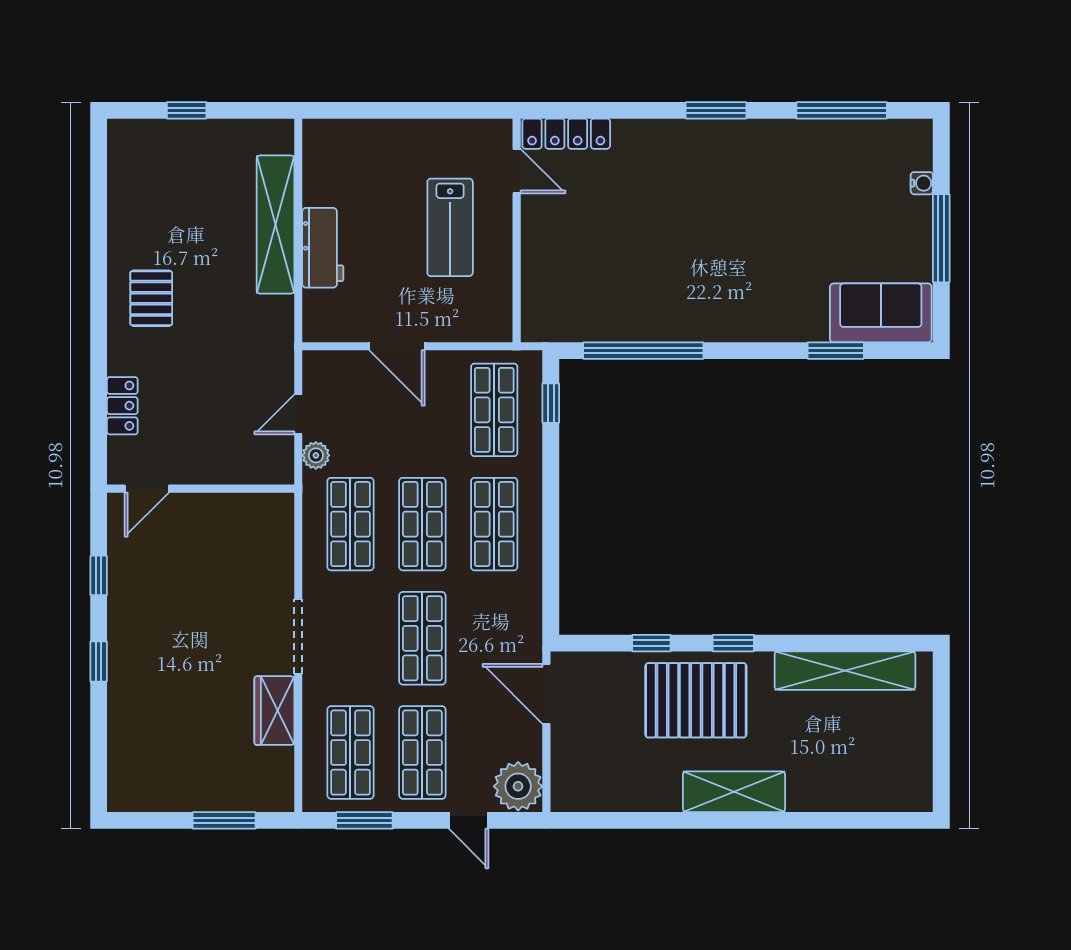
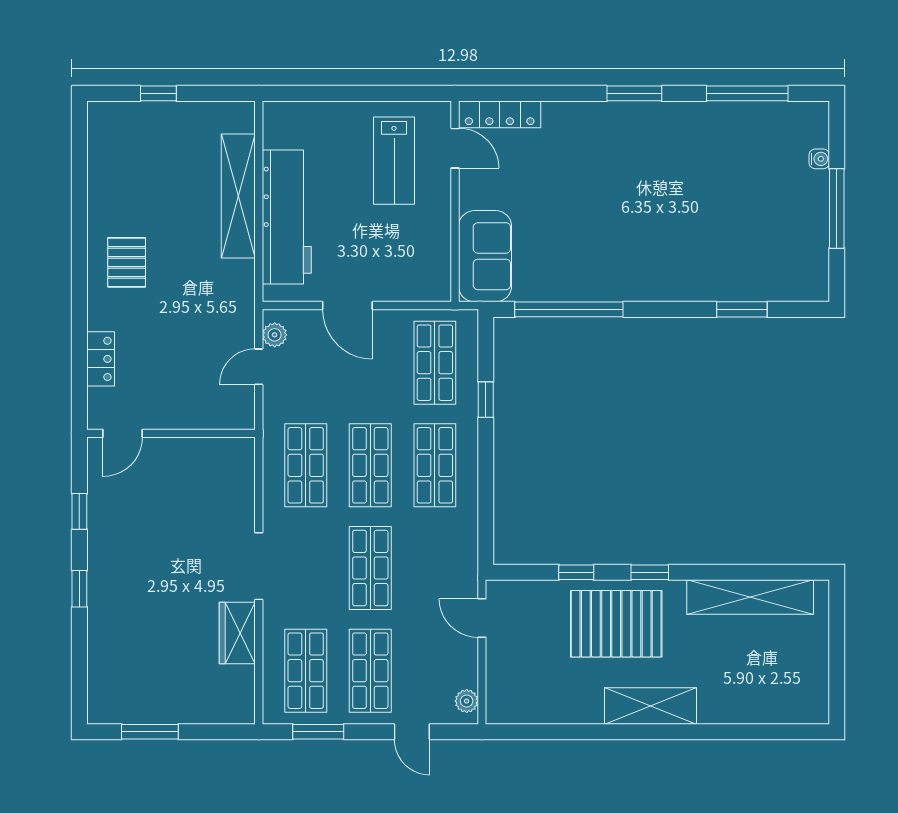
lab bench: (450, 227) -> (394, 161), moved
workbench: (323, 248) -> (287, 217), width x1.87, depth x1.32
sofa: (881, 313) -> (485, 256), moved, turned 90
window: (551, 403) -> (486, 400), moved
plant: (316, 455) -> (275, 335), moved
door: (546, 694) -> (482, 618), width x0.73
plant: (518, 786) -> (467, 701), width x0.53, depth x0.53
window: (224, 820) -> (150, 732), moved

